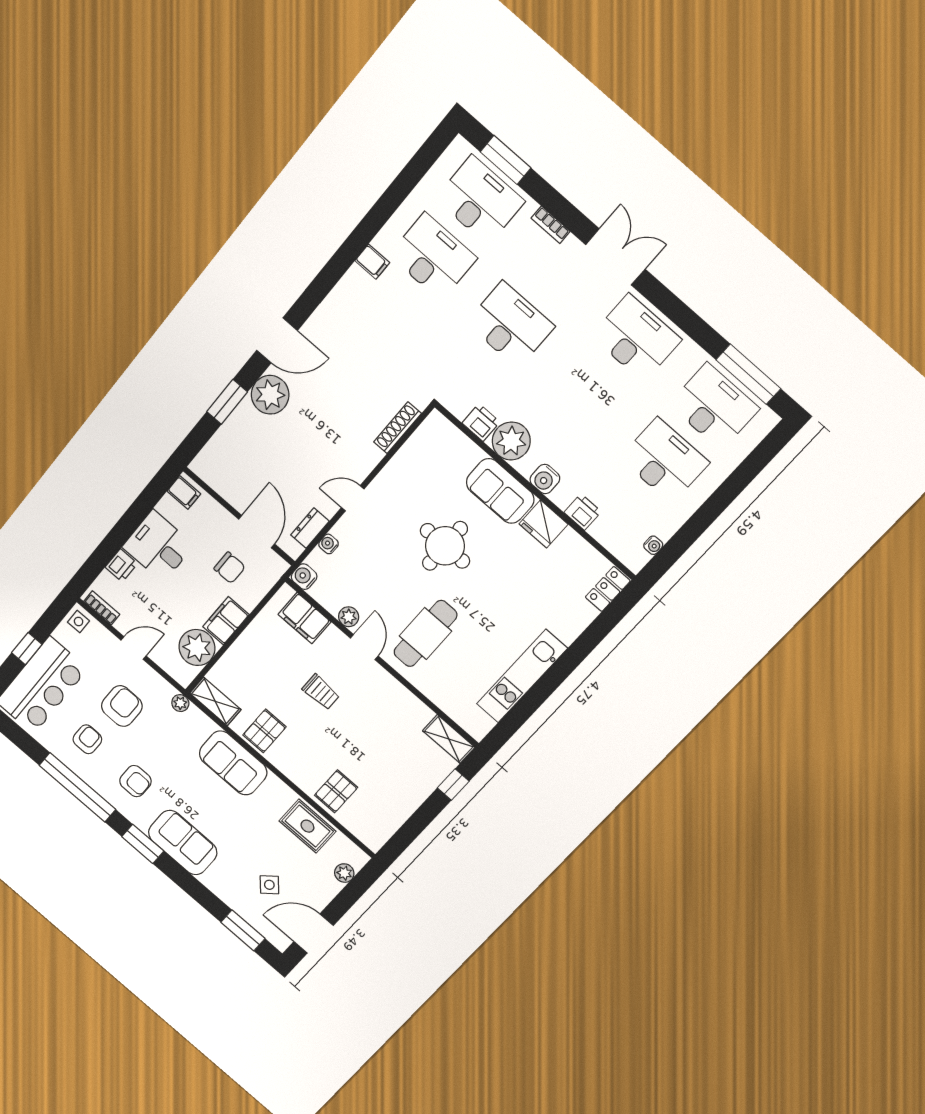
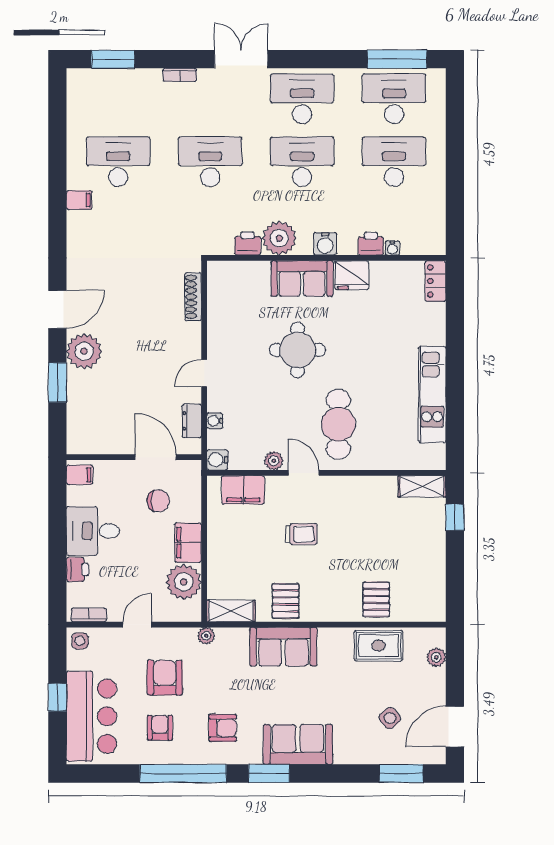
desk: (480, 200) -> (302, 162), moved
water cooler: (653, 545) -> (392, 248), moved, turned 90

